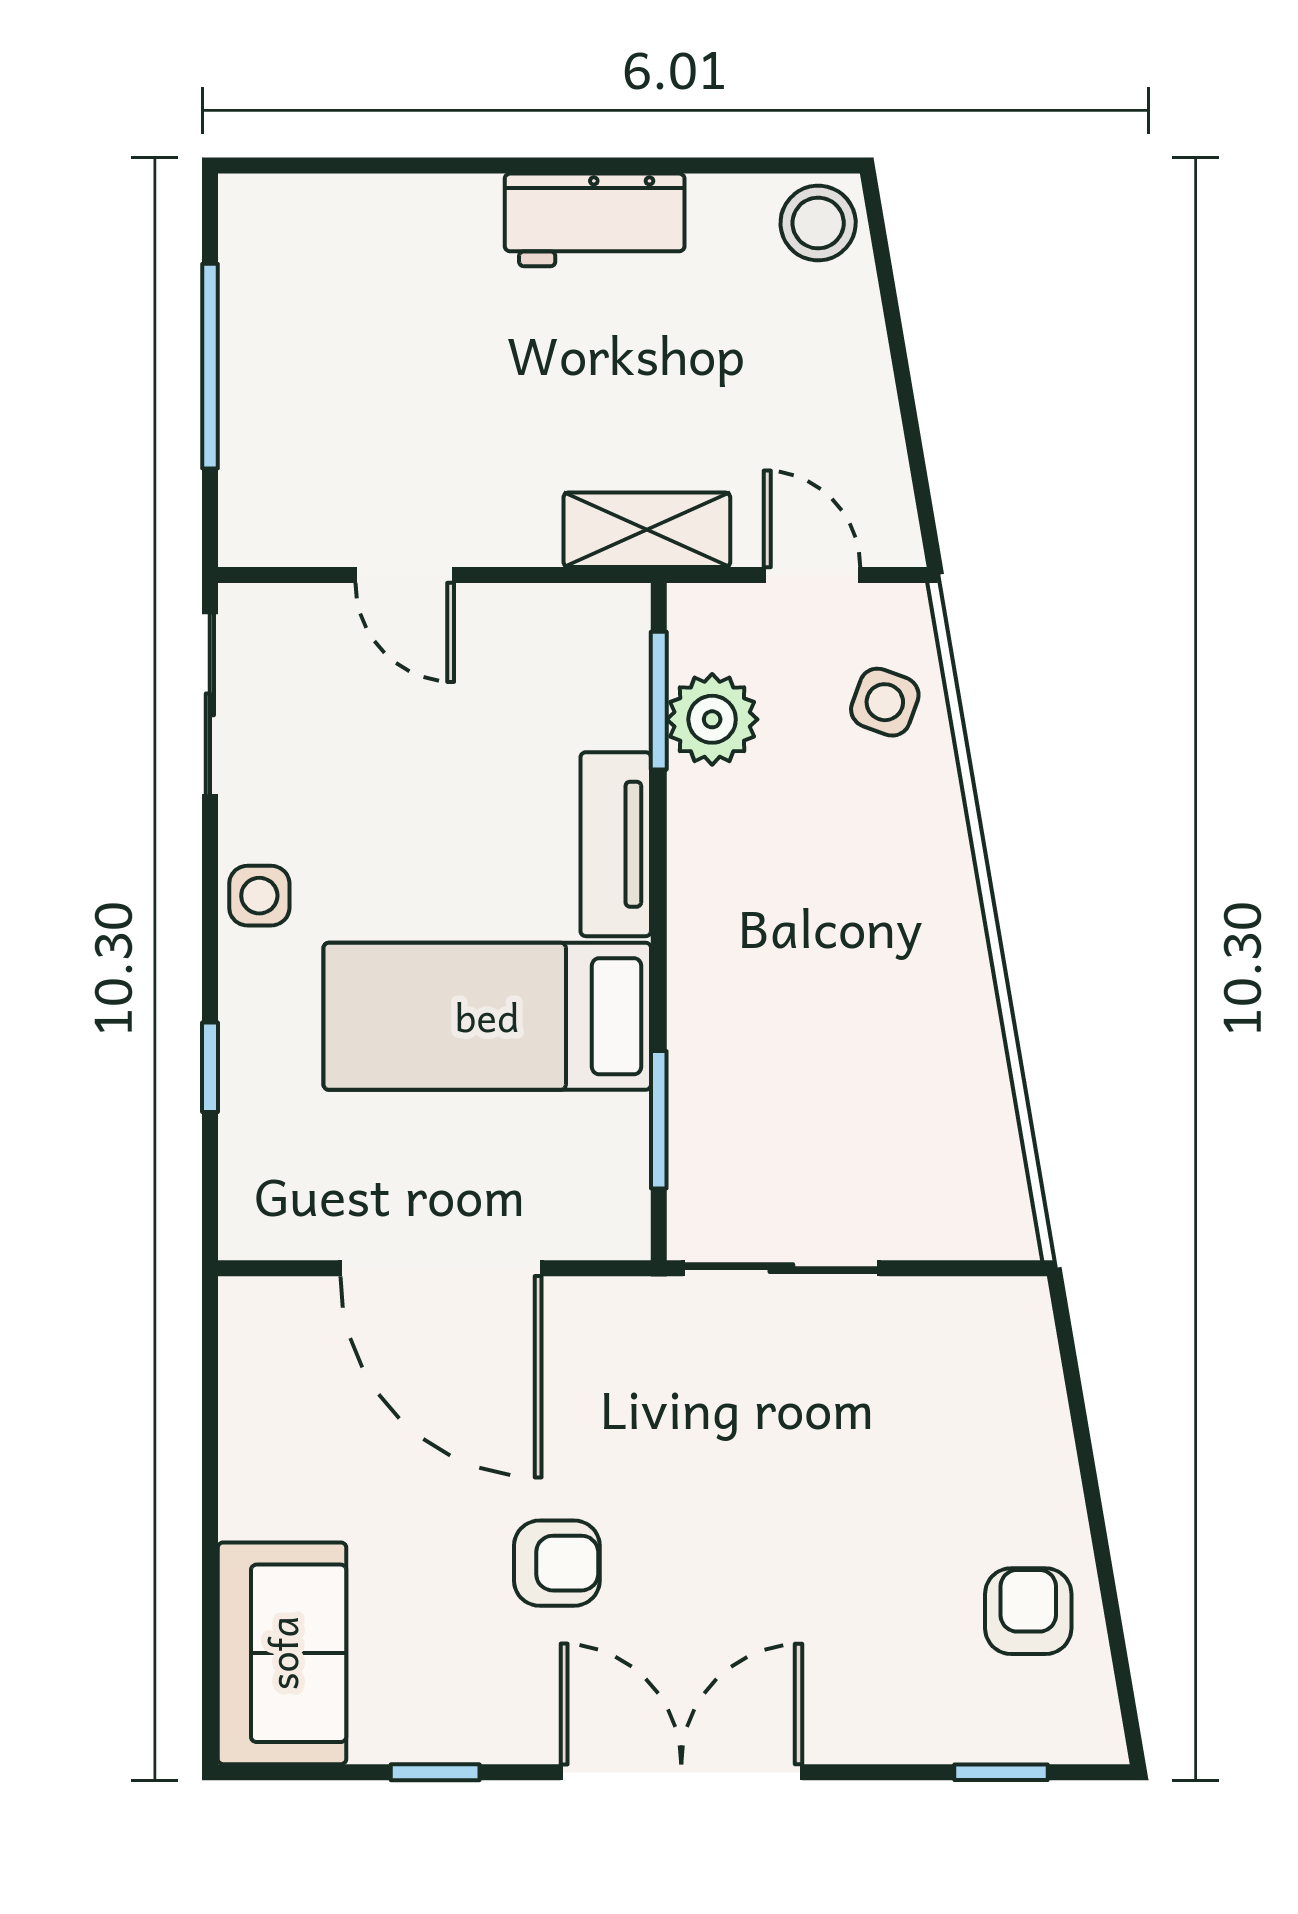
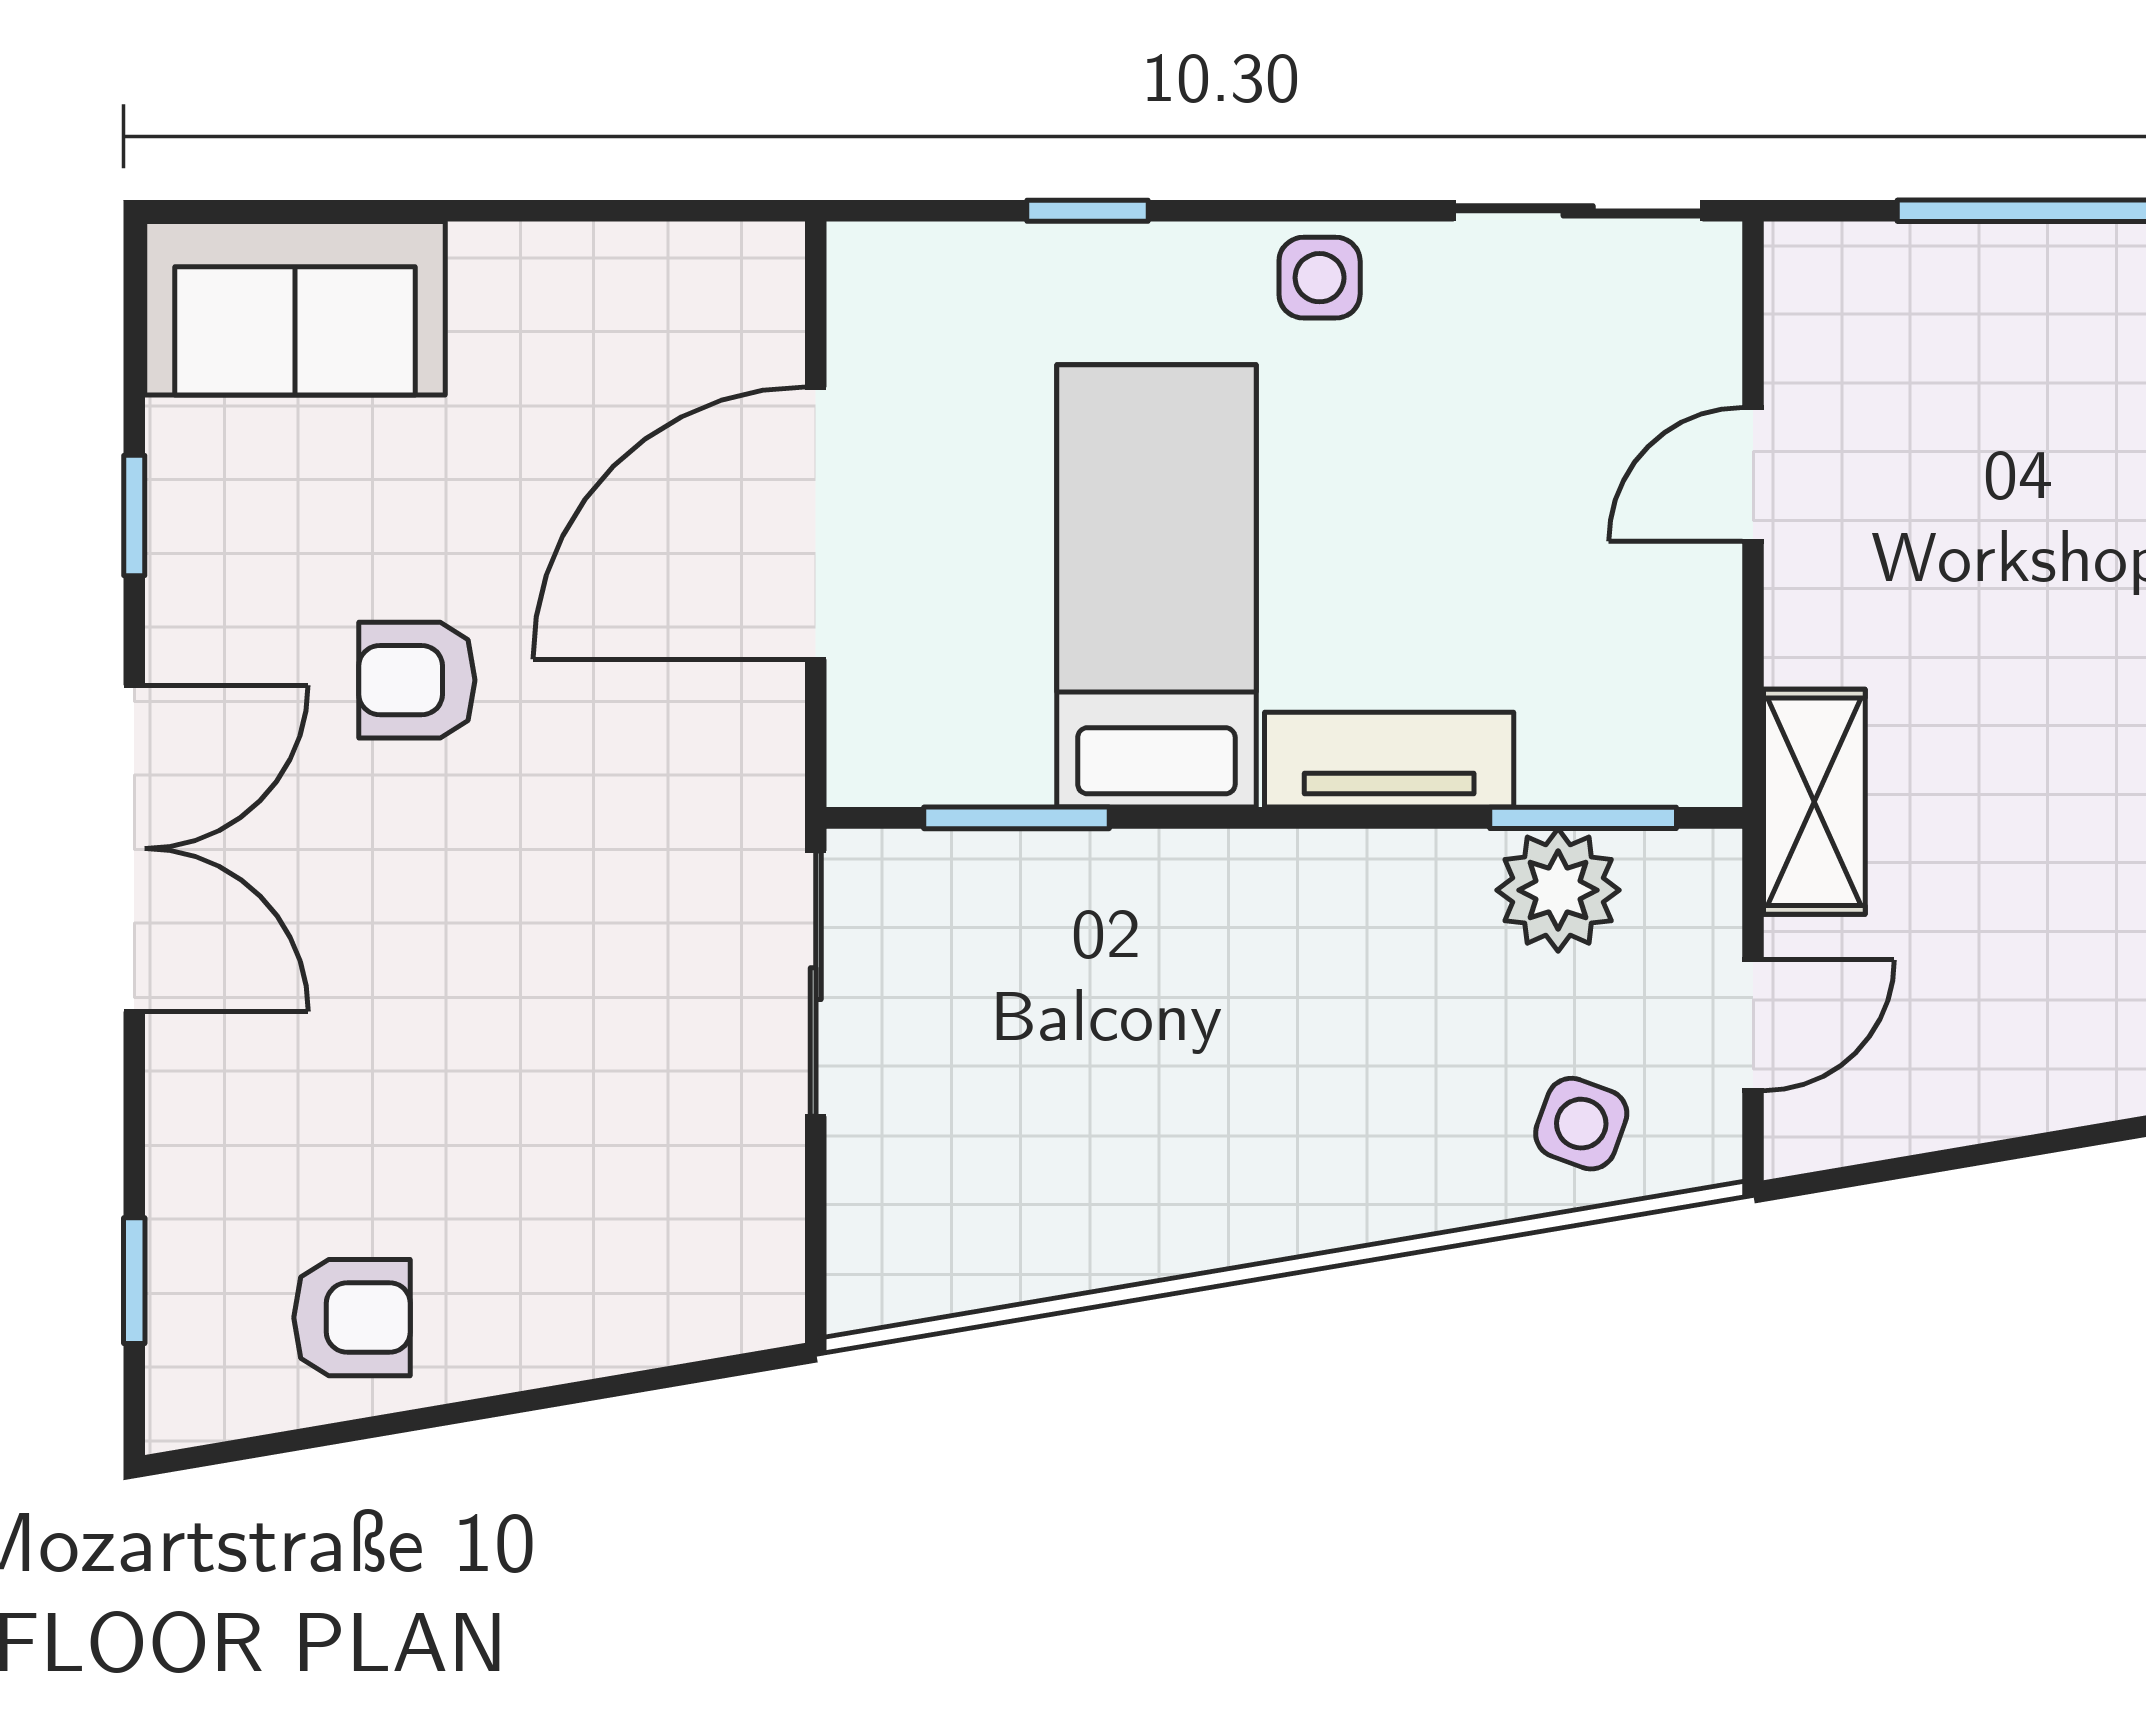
armchair: (557, 1563) -> (417, 680), turned 90

